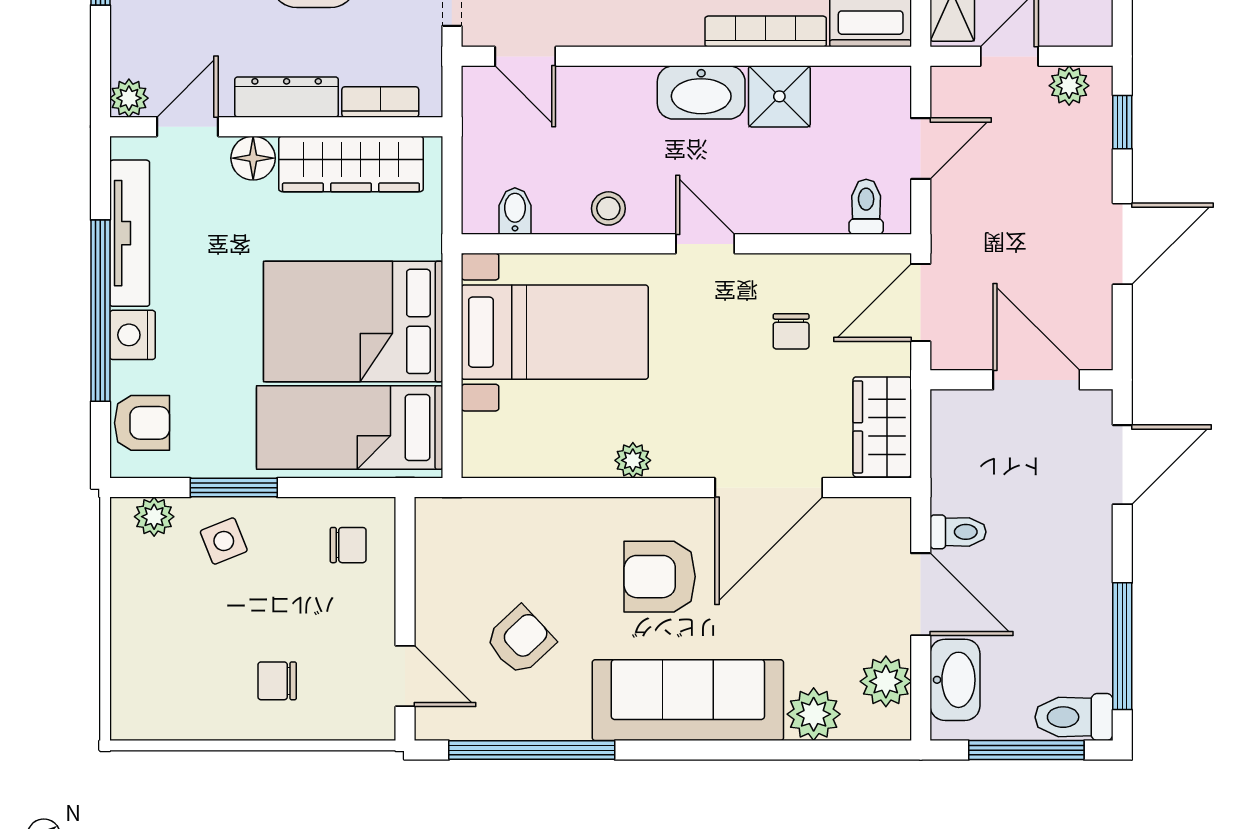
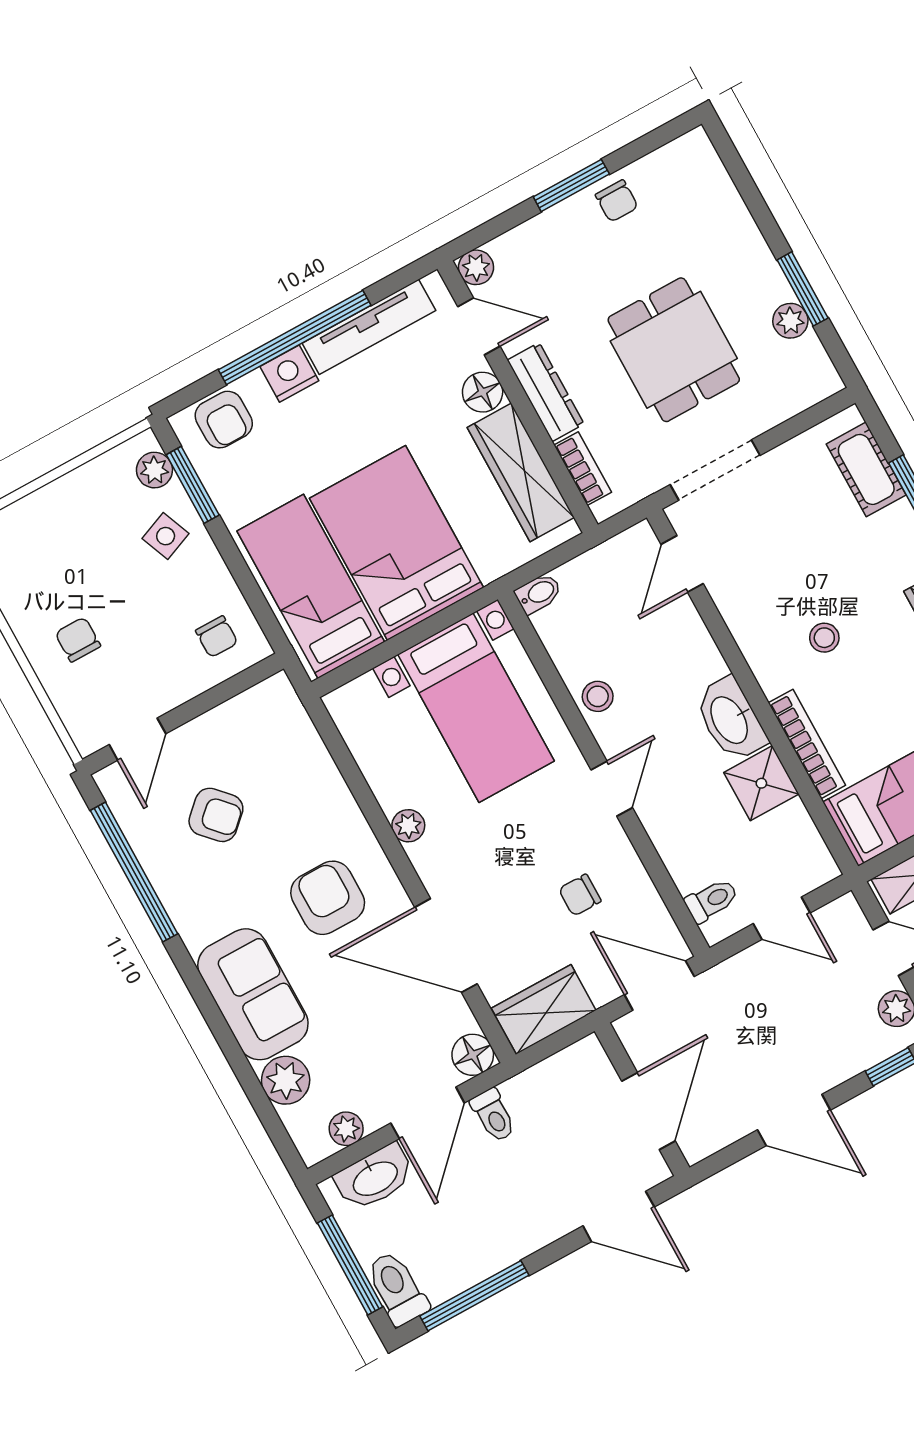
bidet: (515, 211) -> (538, 593), moved
window: (234, 488) -> (193, 485), moved
floor lamp: (889, 520) -> (473, 1055), added
plant: (886, 681) -> (346, 1129), width x0.73, depth x0.73
sofa: (688, 700) -> (253, 994), width x0.73

